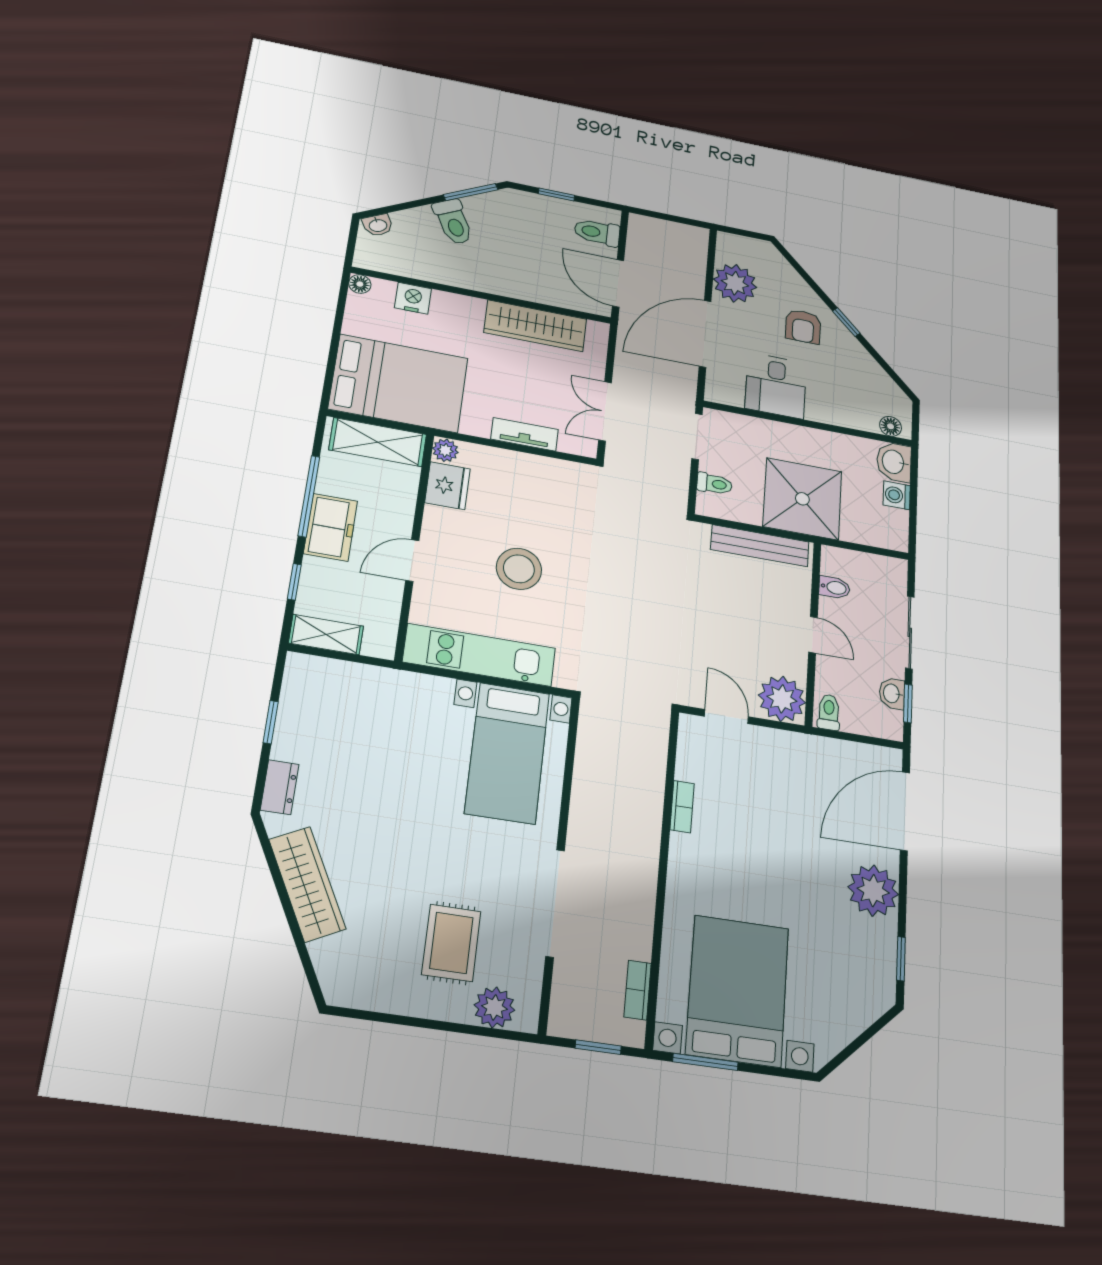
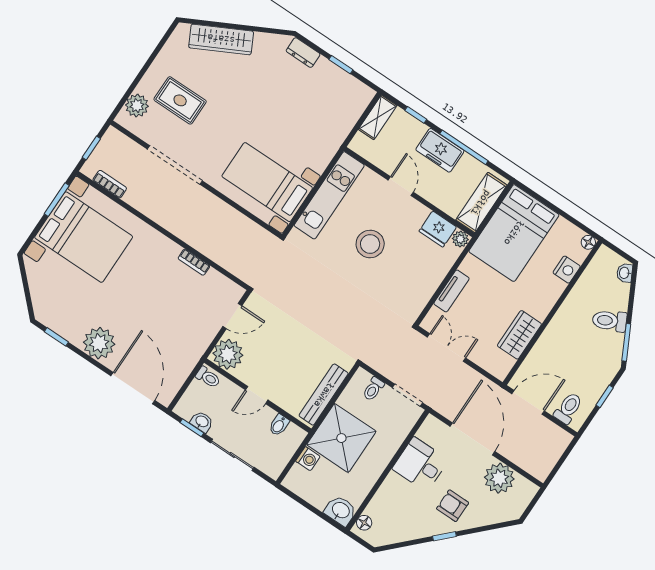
wardrobe: (535, 326) -> (519, 335), width x0.67
washing machine: (897, 495) -> (308, 459), moved, turned 90
wardrobe: (307, 884) -> (221, 39), moved

